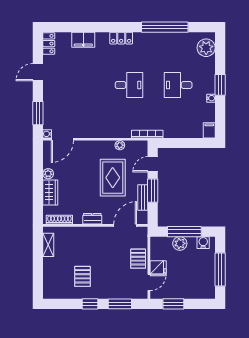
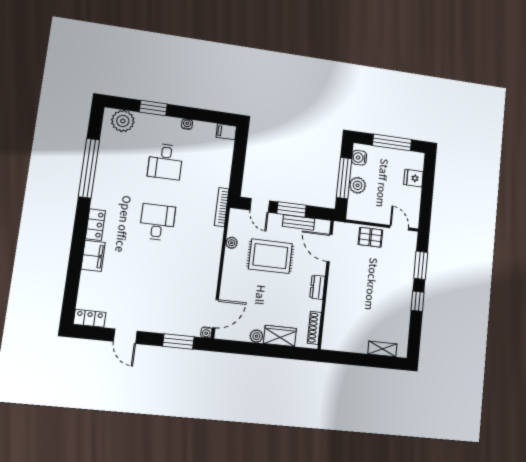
filing cabinet: (83, 40) -> (93, 256), moved
window: (220, 85) -> (153, 108), moved
door: (62, 139) -> (215, 314), hinge flipped
shelving: (48, 245) -> (382, 349), moved
fridge: (158, 267) -> (414, 178), moved, turned -90
pallet: (82, 276) -> (385, 307), removed
window: (173, 304) -> (426, 202), removed

